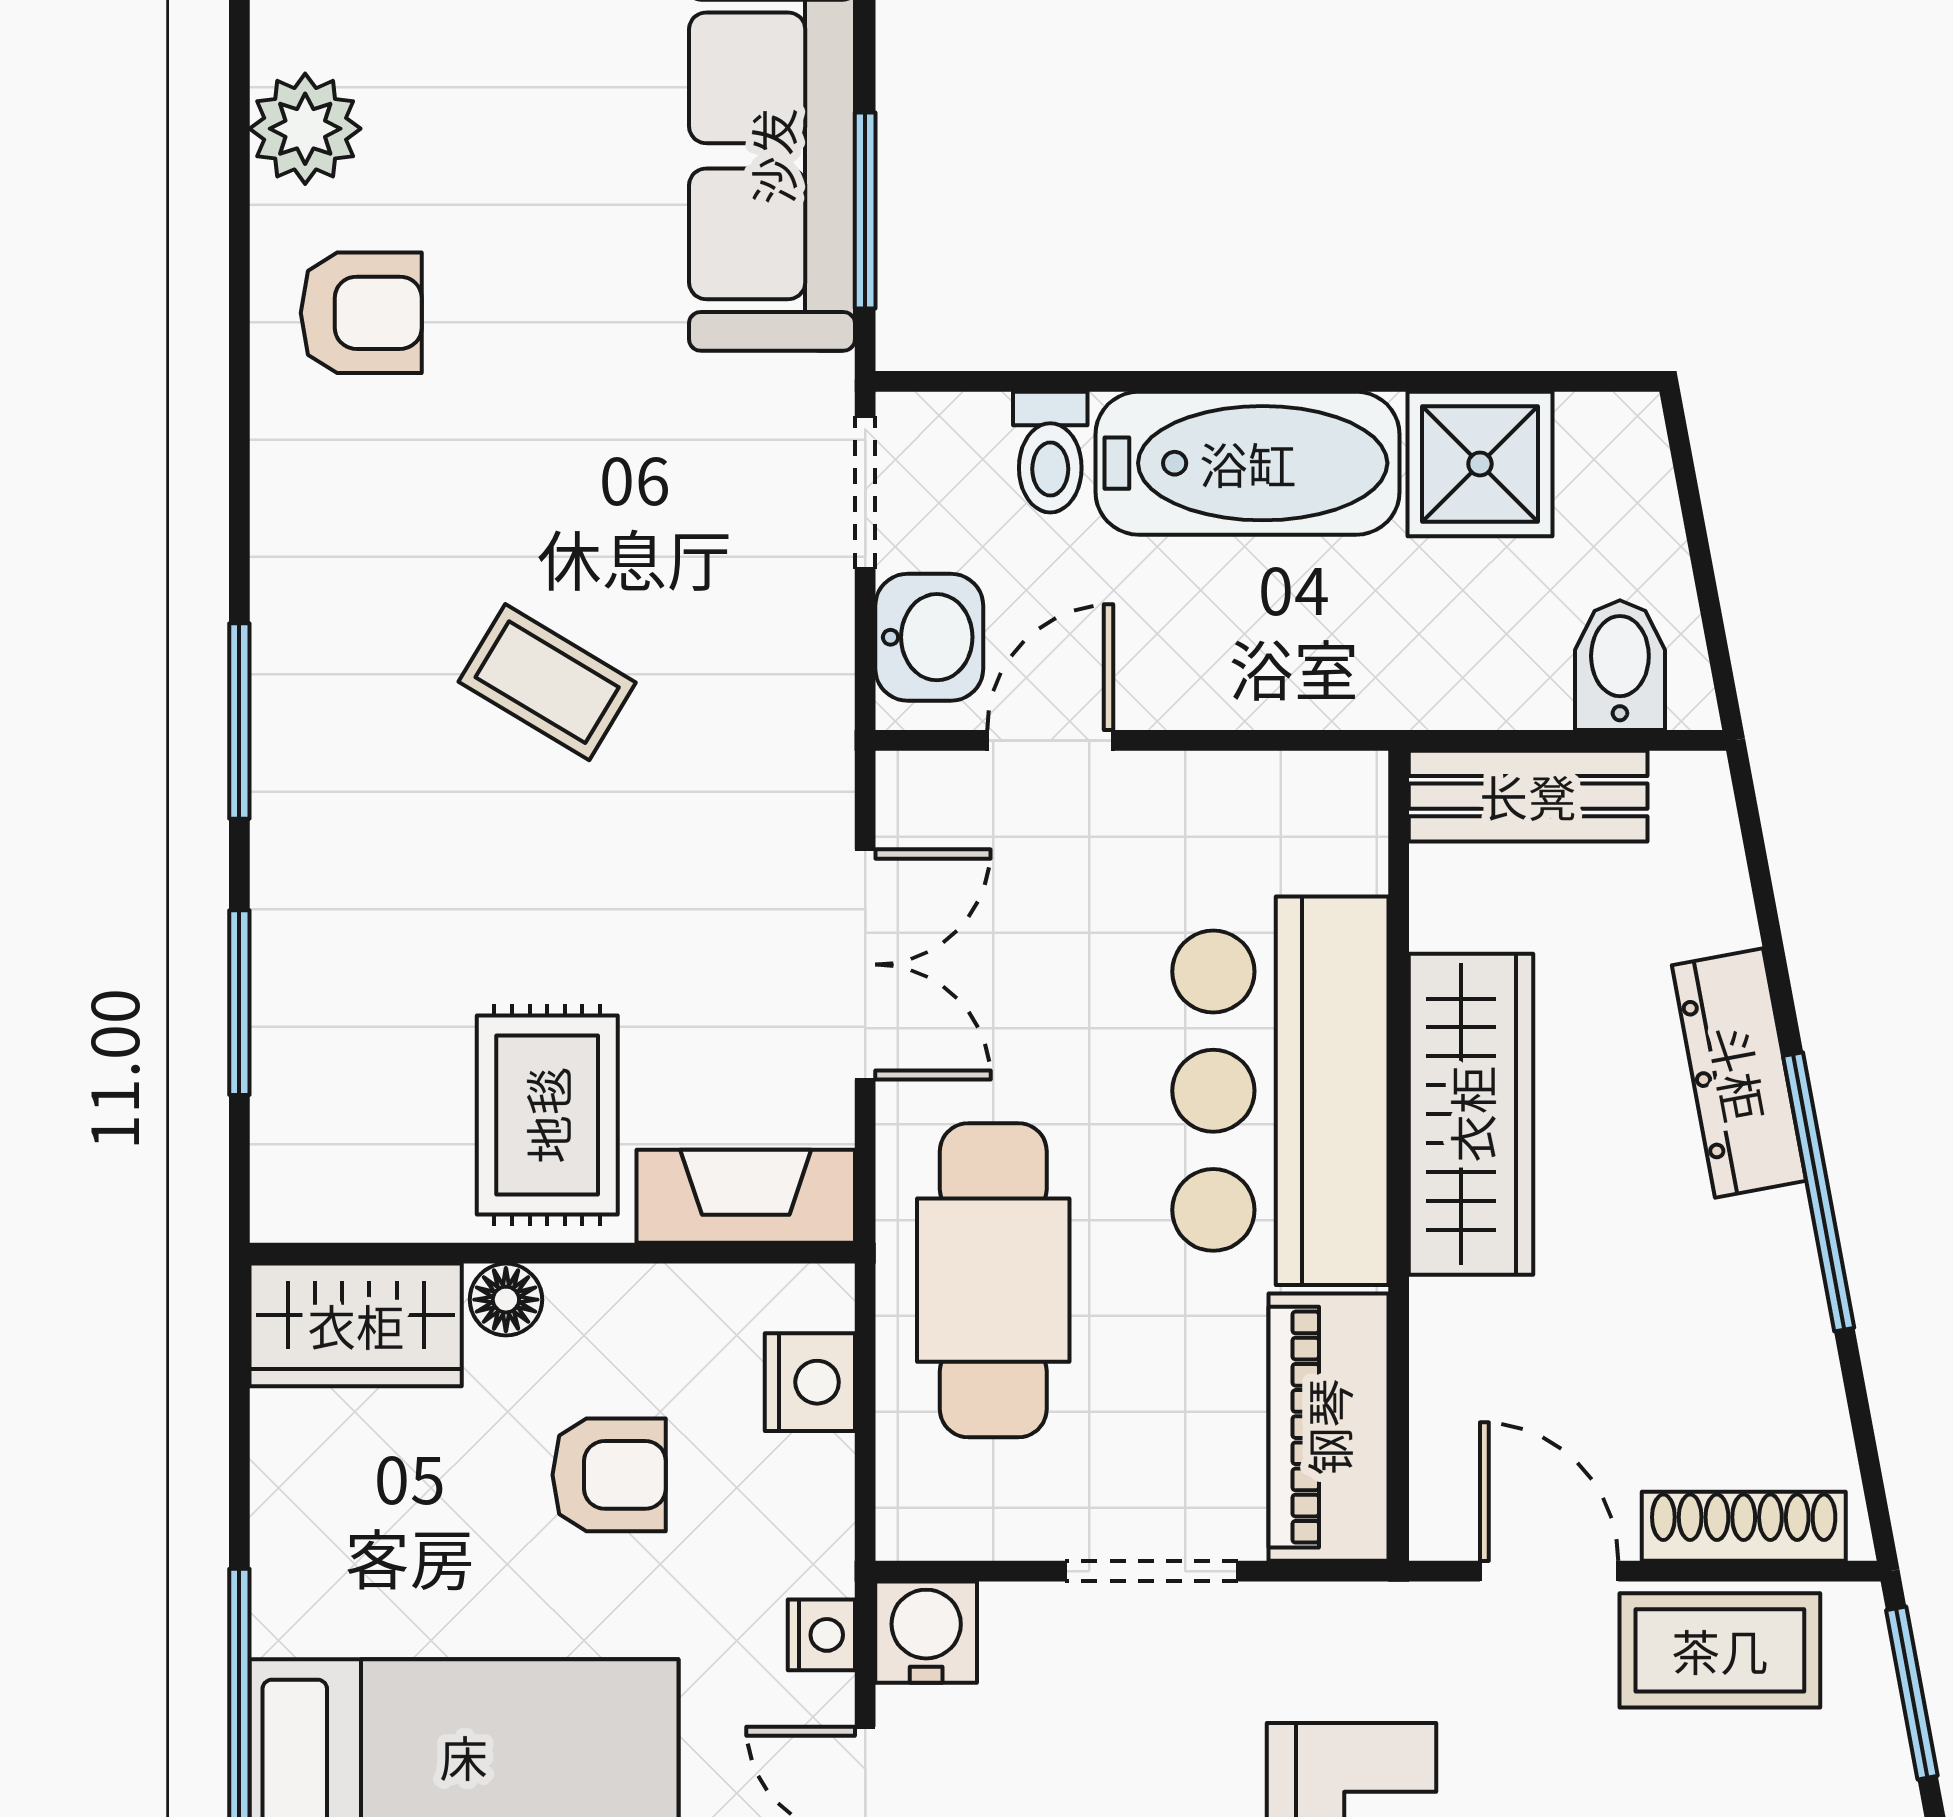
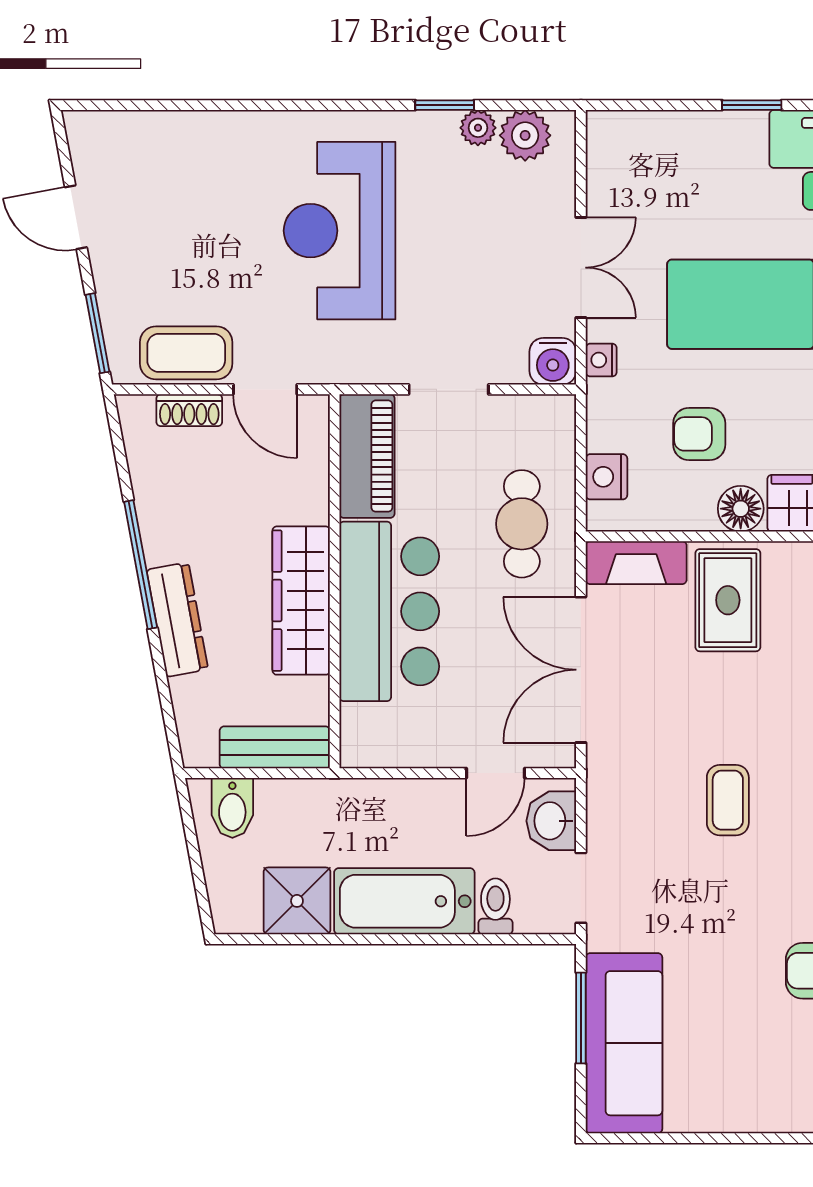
coffee table: (547, 682) -> (728, 800), turned 59
double door: (865, 964) -> (581, 670), width x1.37
cafe table: (993, 1280) -> (522, 524), width x0.73, depth x0.74
floor lamp: (506, 1300) -> (741, 509), width x1.37, depth x1.37
shoe rack: (1744, 1526) -> (189, 410), width x0.70

